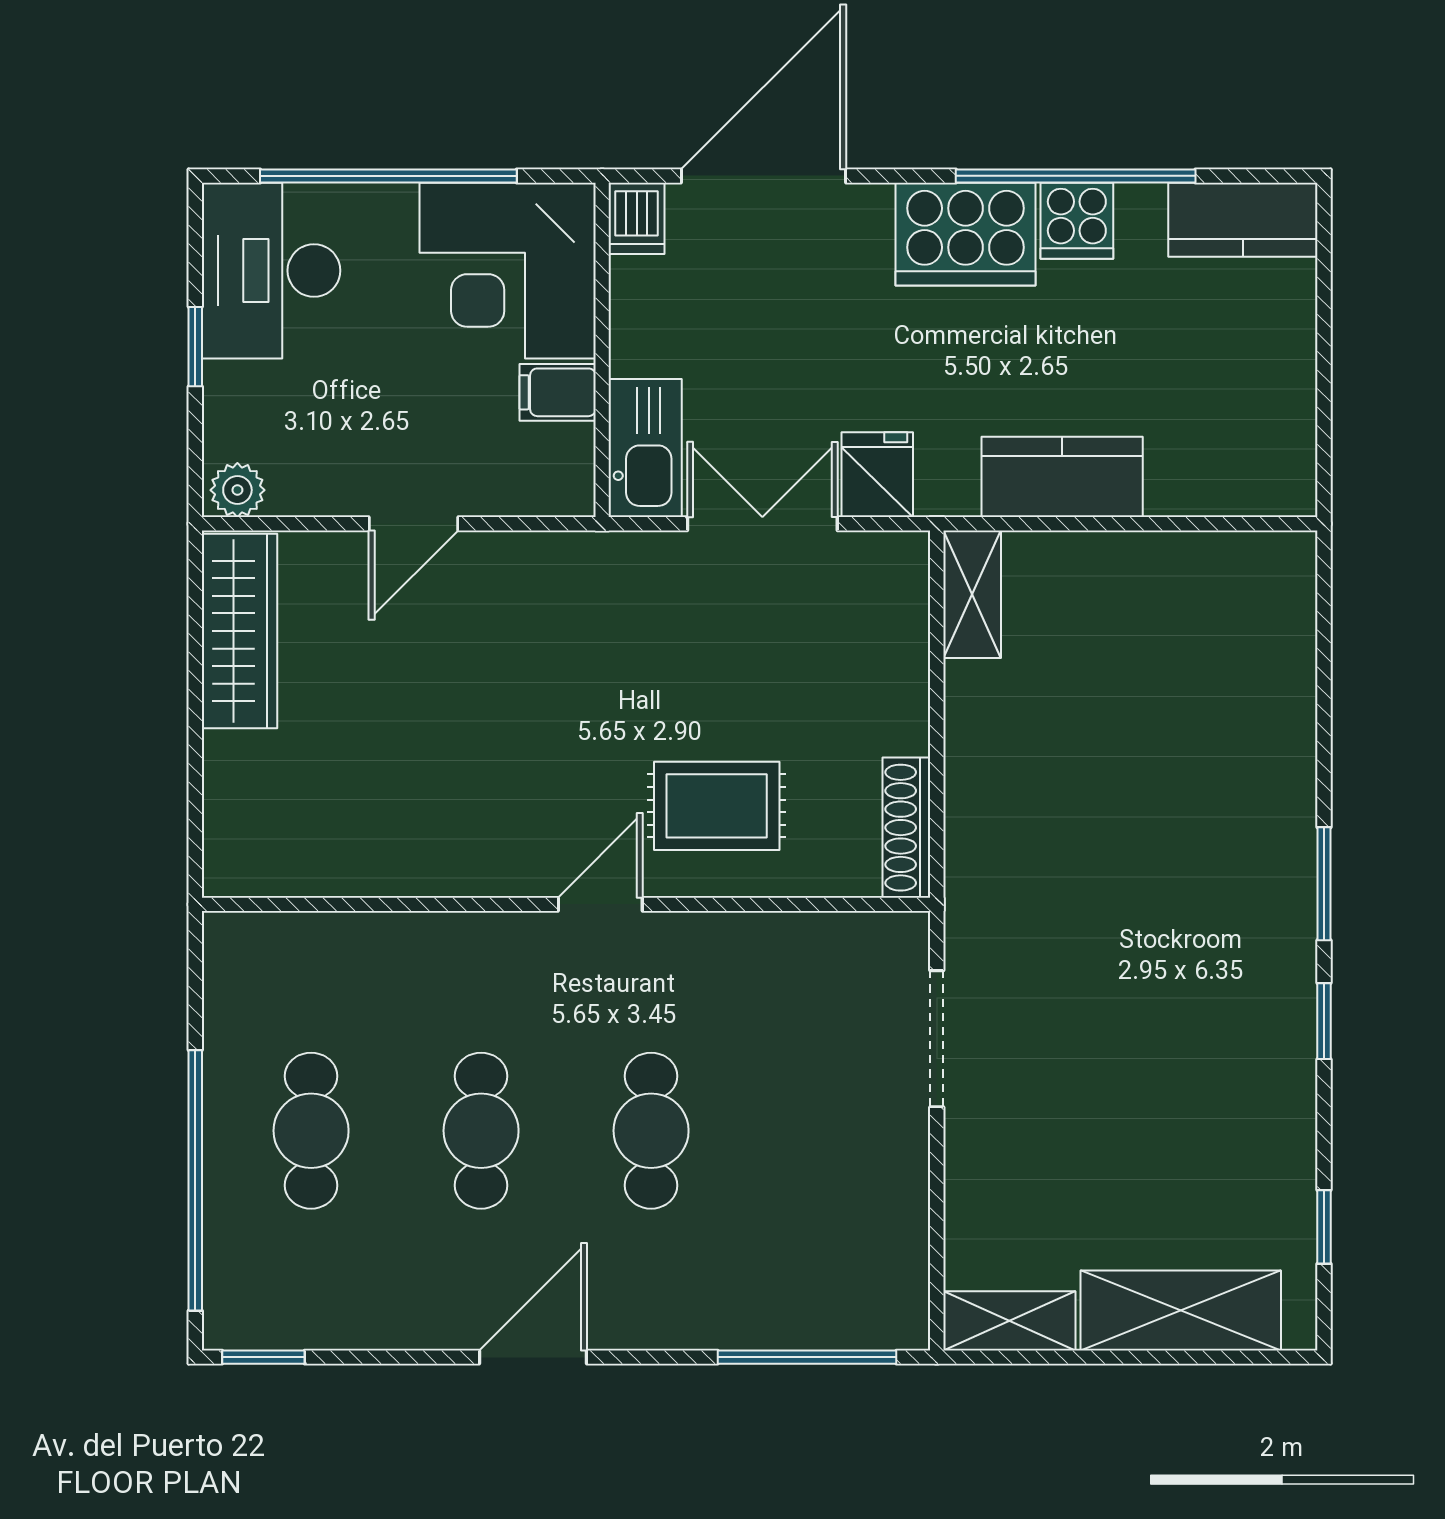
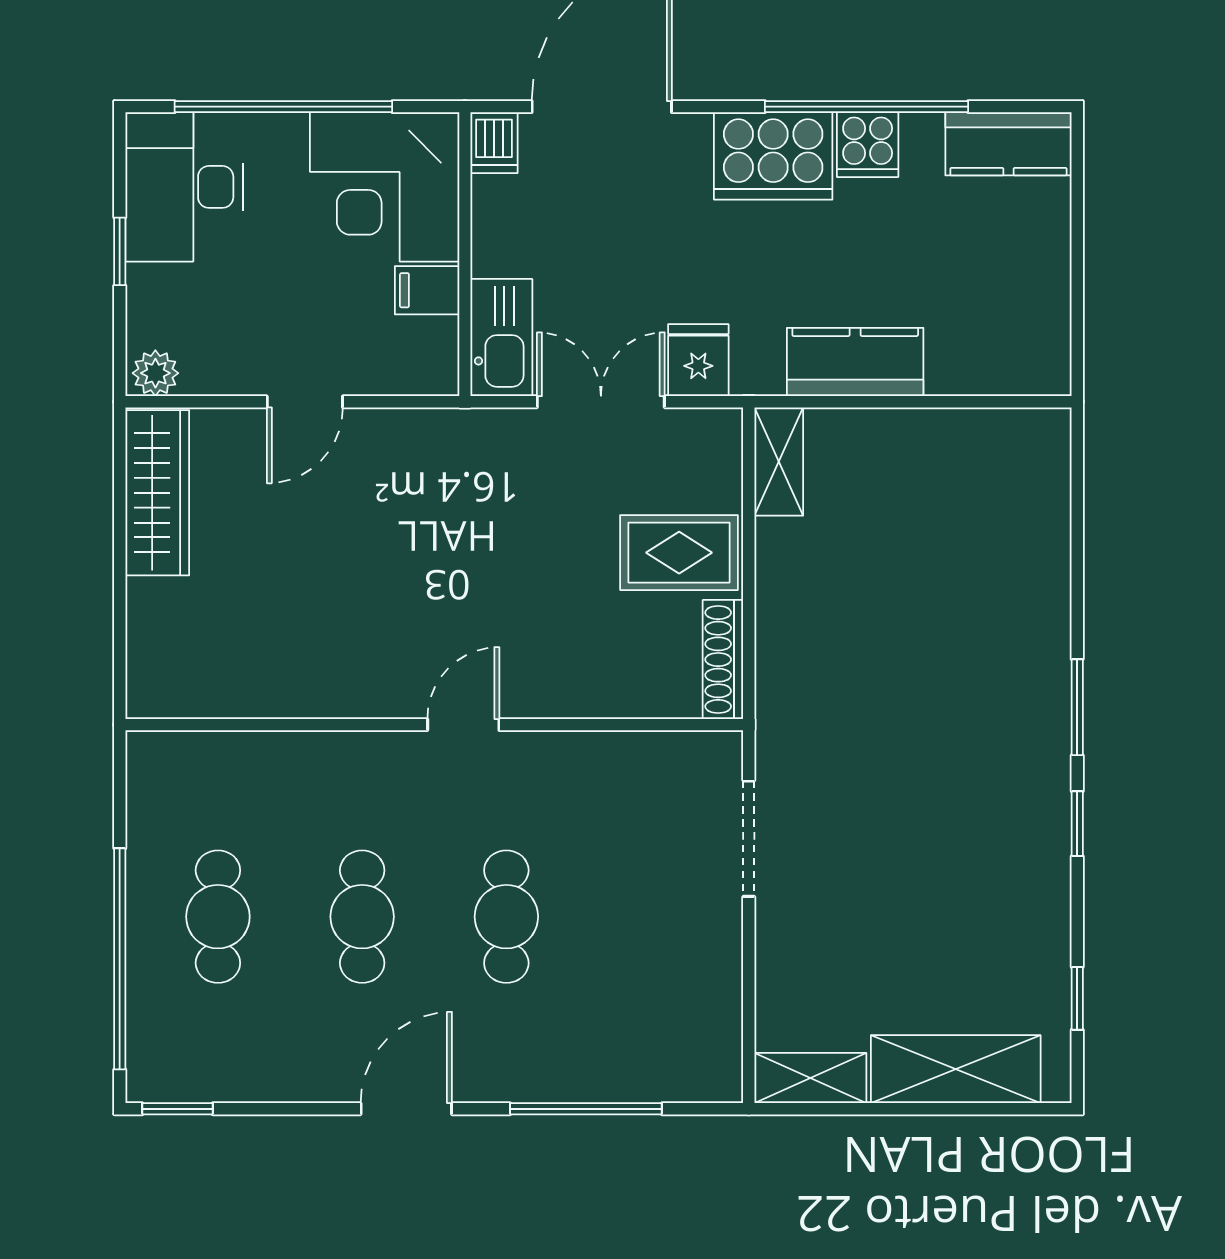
rug: (717, 806) -> (679, 553), moved
window: (807, 1357) -> (586, 1109), moved

